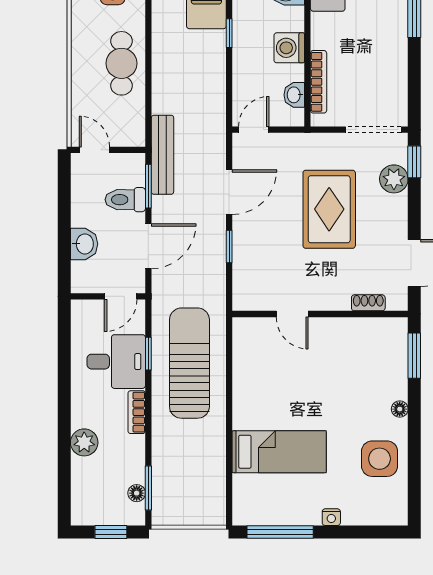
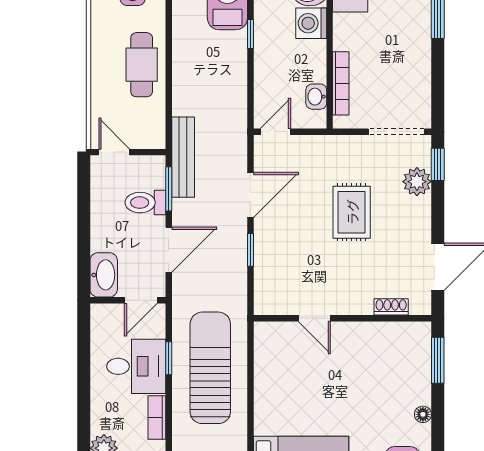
washing machine: (289, 48) -> (311, 23), moved
rug: (329, 209) -> (352, 212), width x0.73, depth x0.70
washbasin: (84, 244) -> (104, 275), moved, width x1.38

